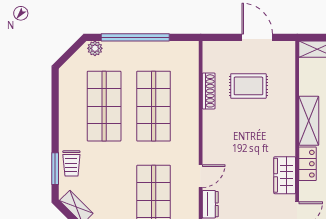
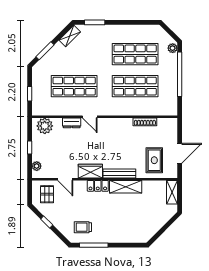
rug: (248, 86) -> (154, 160), moved
bench: (288, 130) -> (119, 174), added
trolley: (71, 163) -> (98, 33), removed

